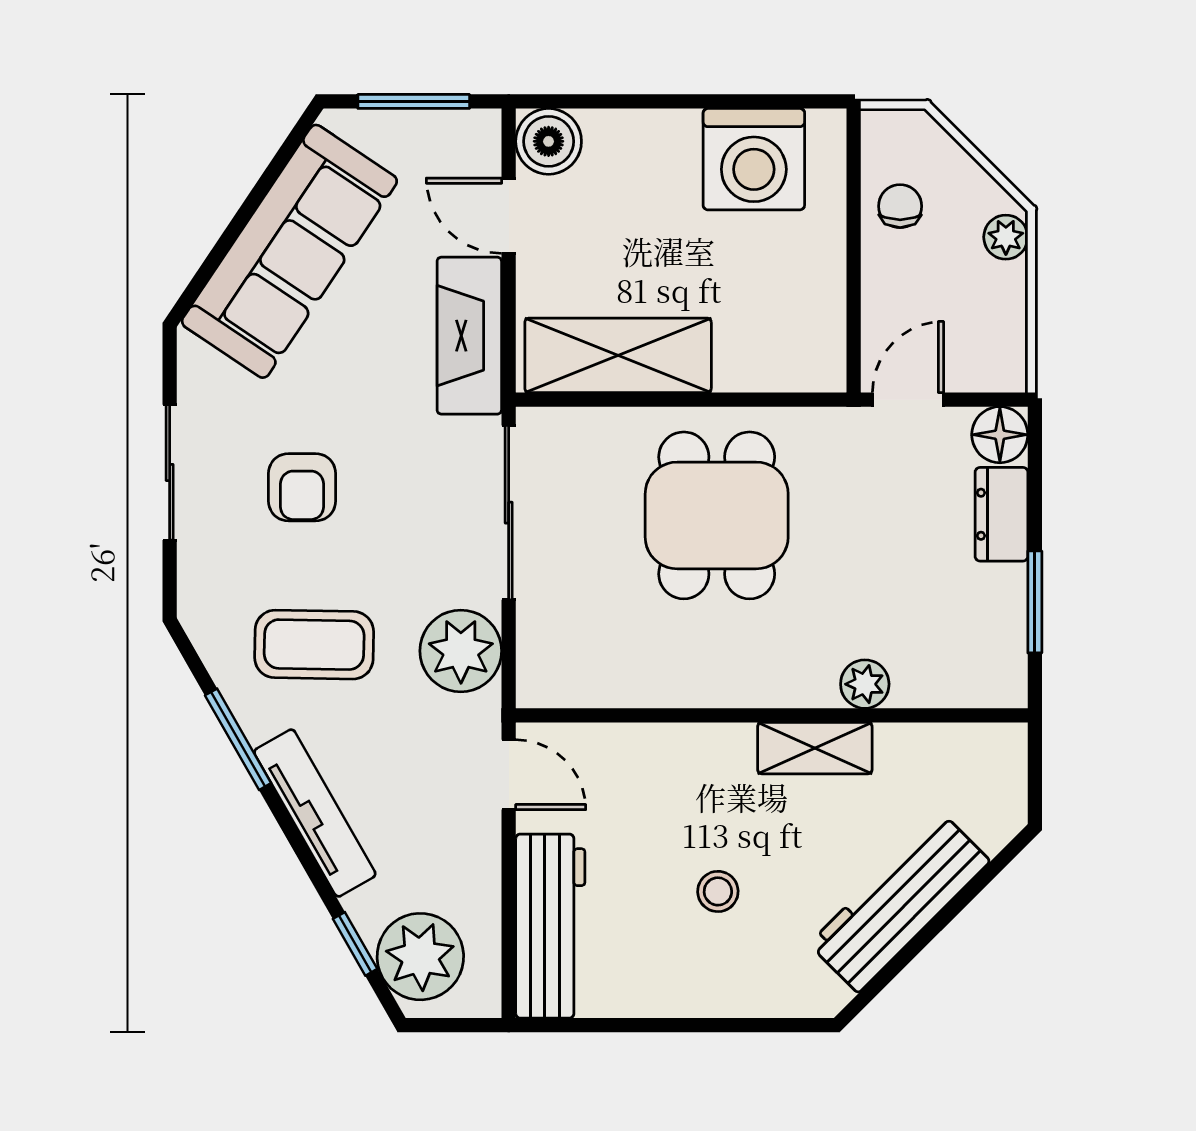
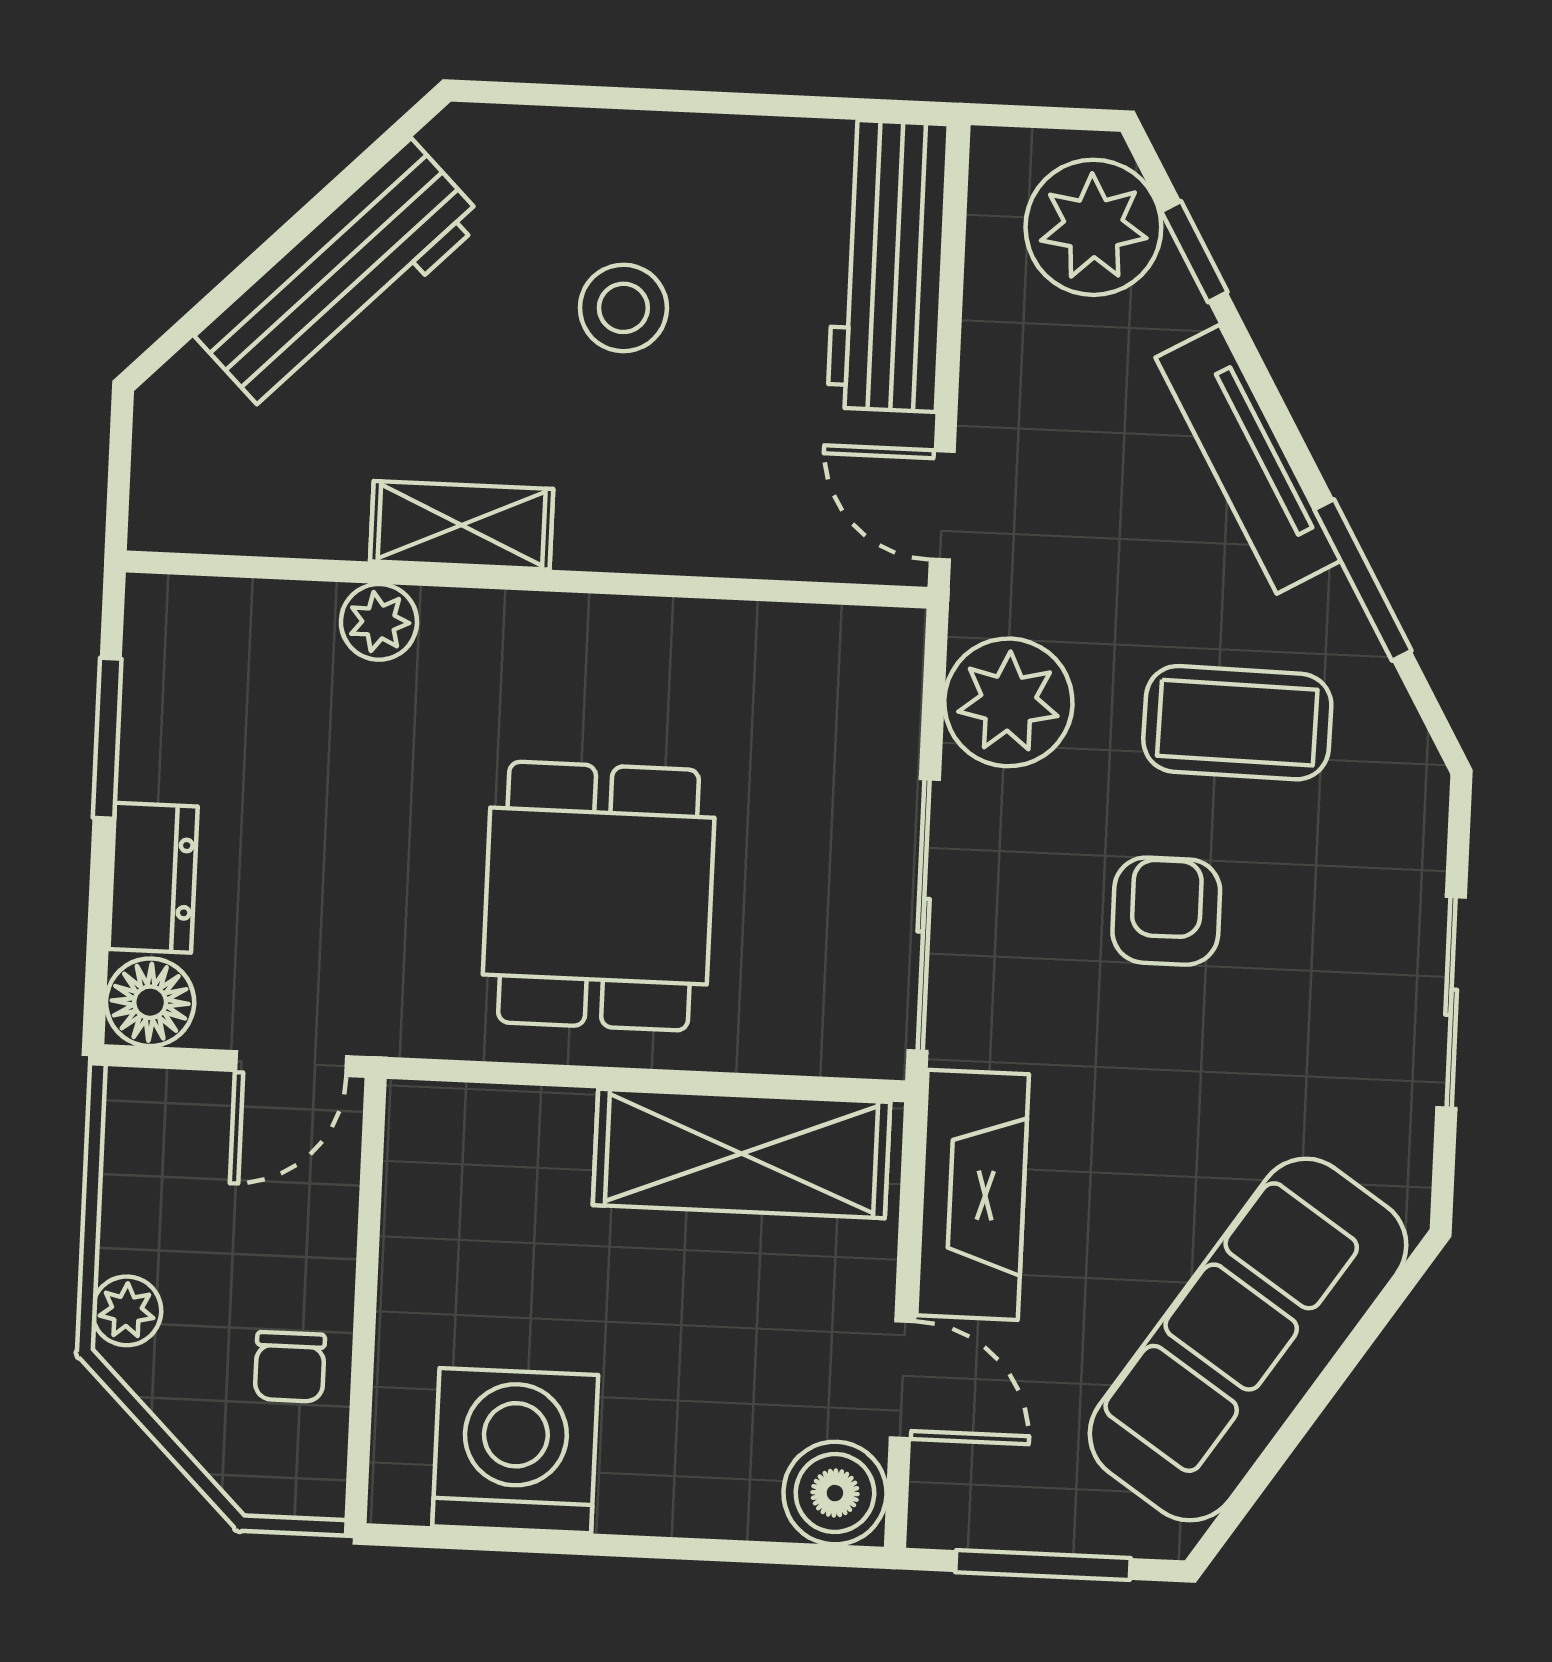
armchair: (302, 487) -> (1166, 911), moved
stool: (718, 891) -> (623, 308), width x1.37, depth x1.37

